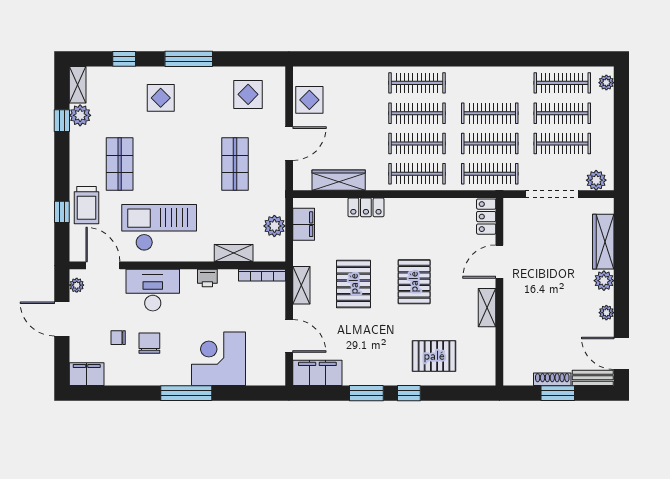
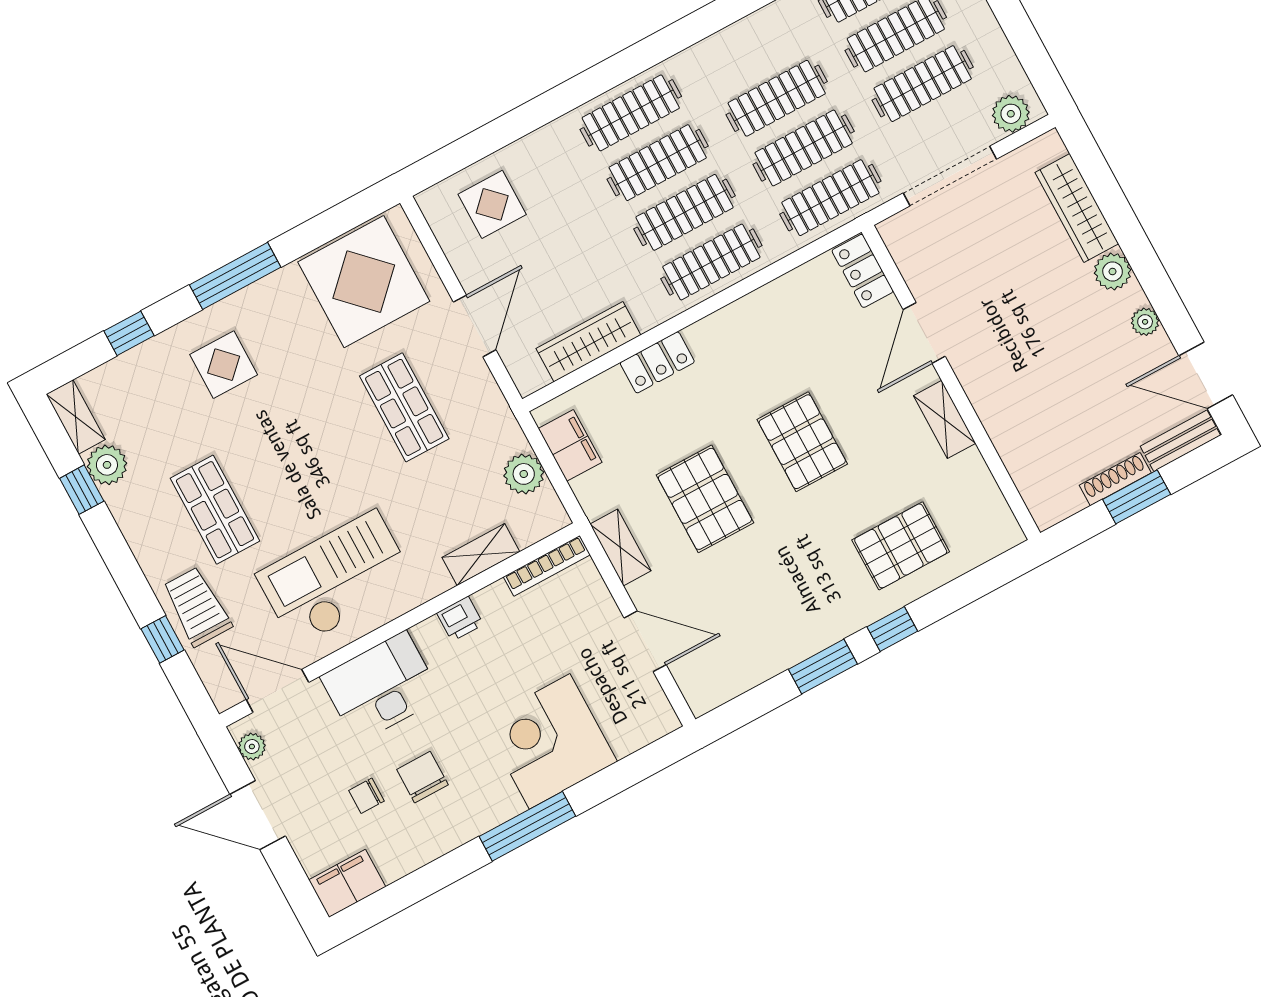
display table: (248, 94) -> (364, 282), width x1.86, depth x1.86
display table: (309, 100) -> (492, 204), moved
trolley: (86, 205) -> (197, 607), turned 180
filing cabinet: (317, 373) -> (724, 677), removed

